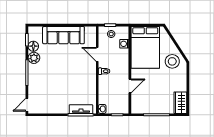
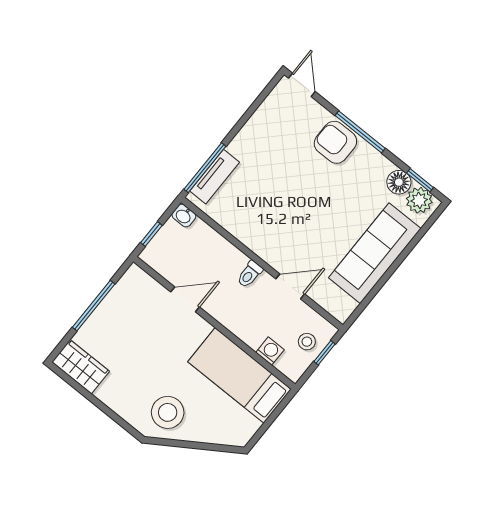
bed: (145, 47) -> (240, 375), width x0.67
plant: (34, 58) -> (419, 200), moved
armchair: (37, 78) -> (335, 142), added
door: (130, 86) -> (185, 299), swing flipped

